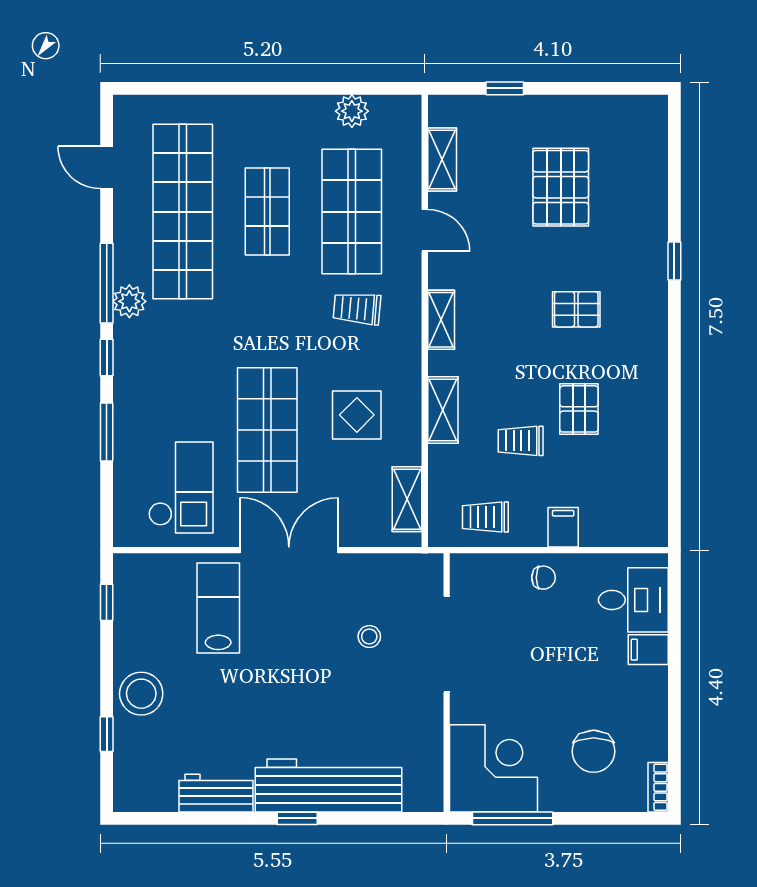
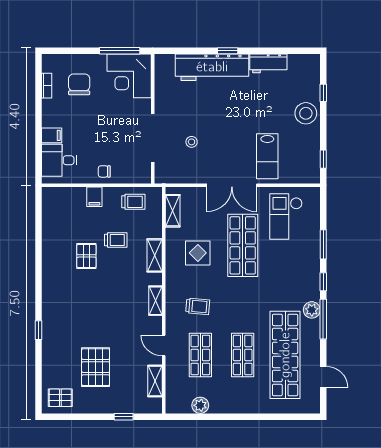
shop shelf: (352, 212) -> (200, 355), width x0.70, depth x0.74
pallet: (576, 309) -> (60, 398), moved
bookcase: (658, 787) -> (47, 86), moved

